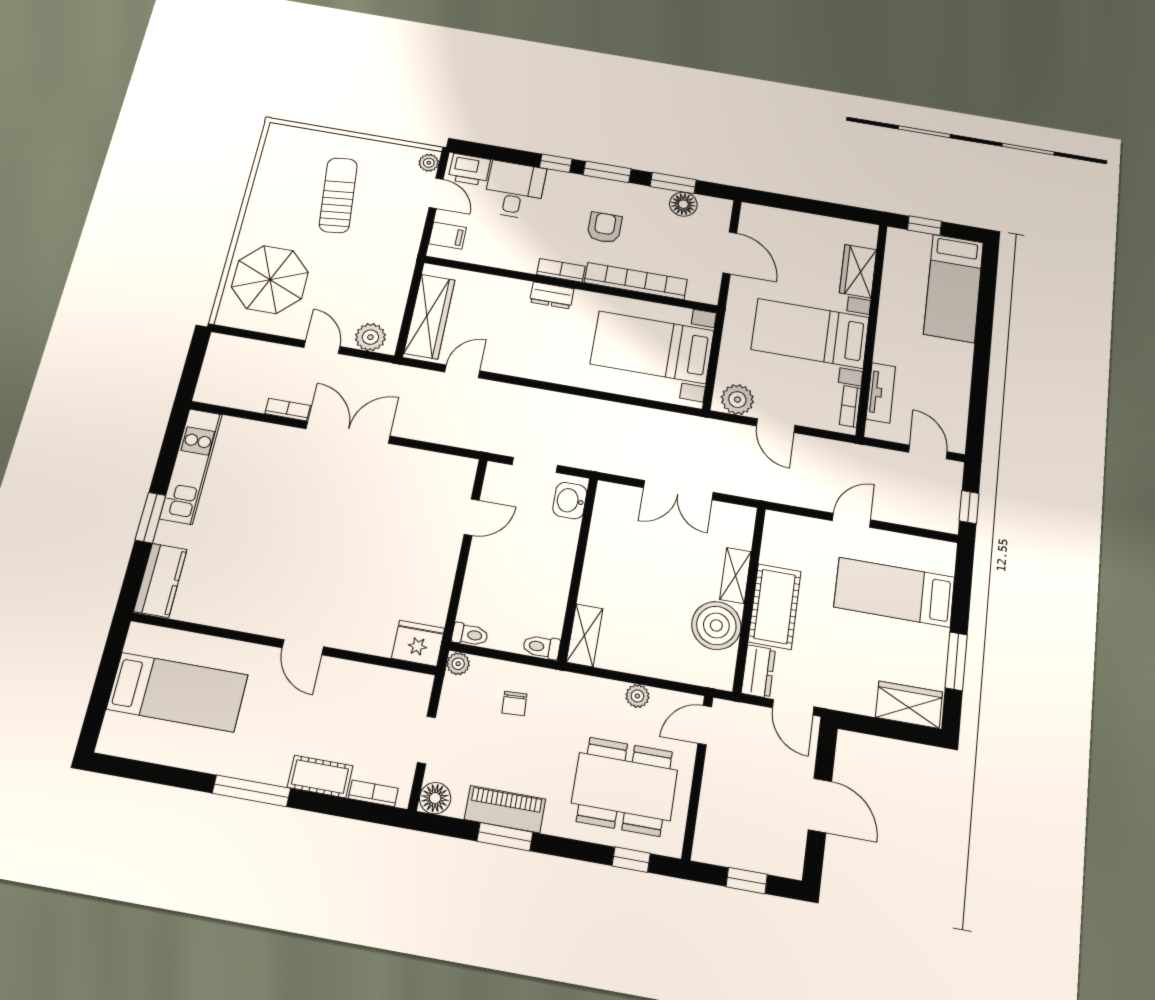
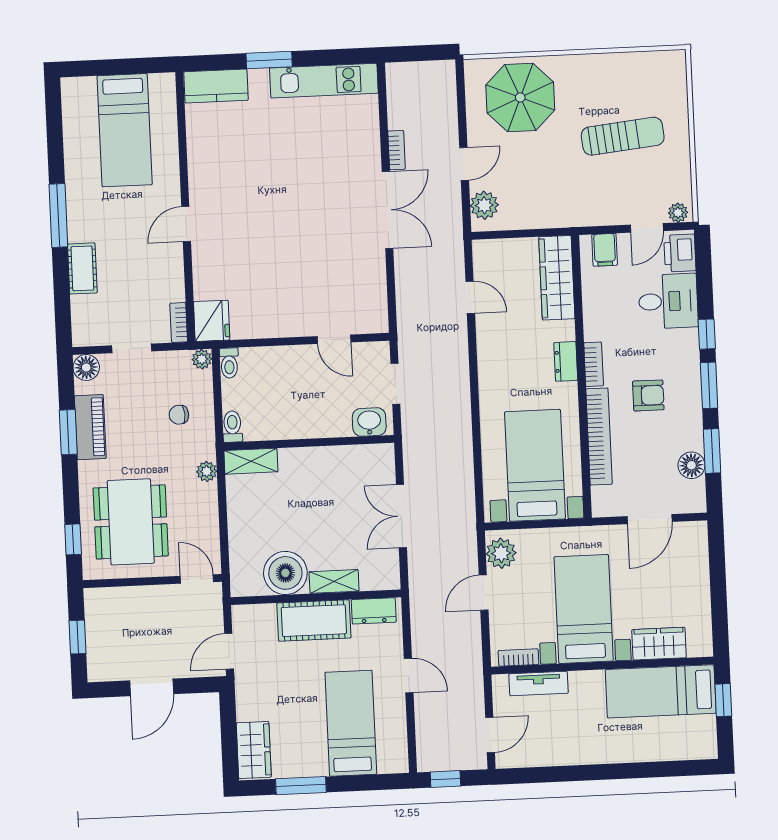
bed: (954, 288) -> (661, 691), moved
wardrobe: (430, 316) -> (557, 278), moved, turned 90
dresser: (758, 671) -> (374, 611), moved
plant: (637, 696) -> (207, 471), moved
bookcase: (373, 793) -> (179, 323), moved, turned 180

